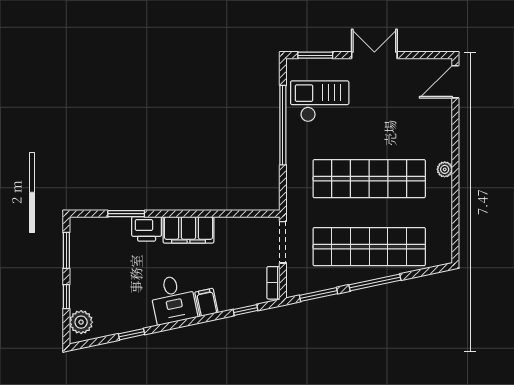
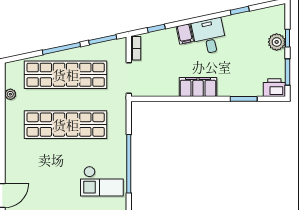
plant: (445, 169) -> (10, 94), moved
printer: (147, 229) -> (274, 88), moved
plant: (81, 322) -> (277, 42), moved

